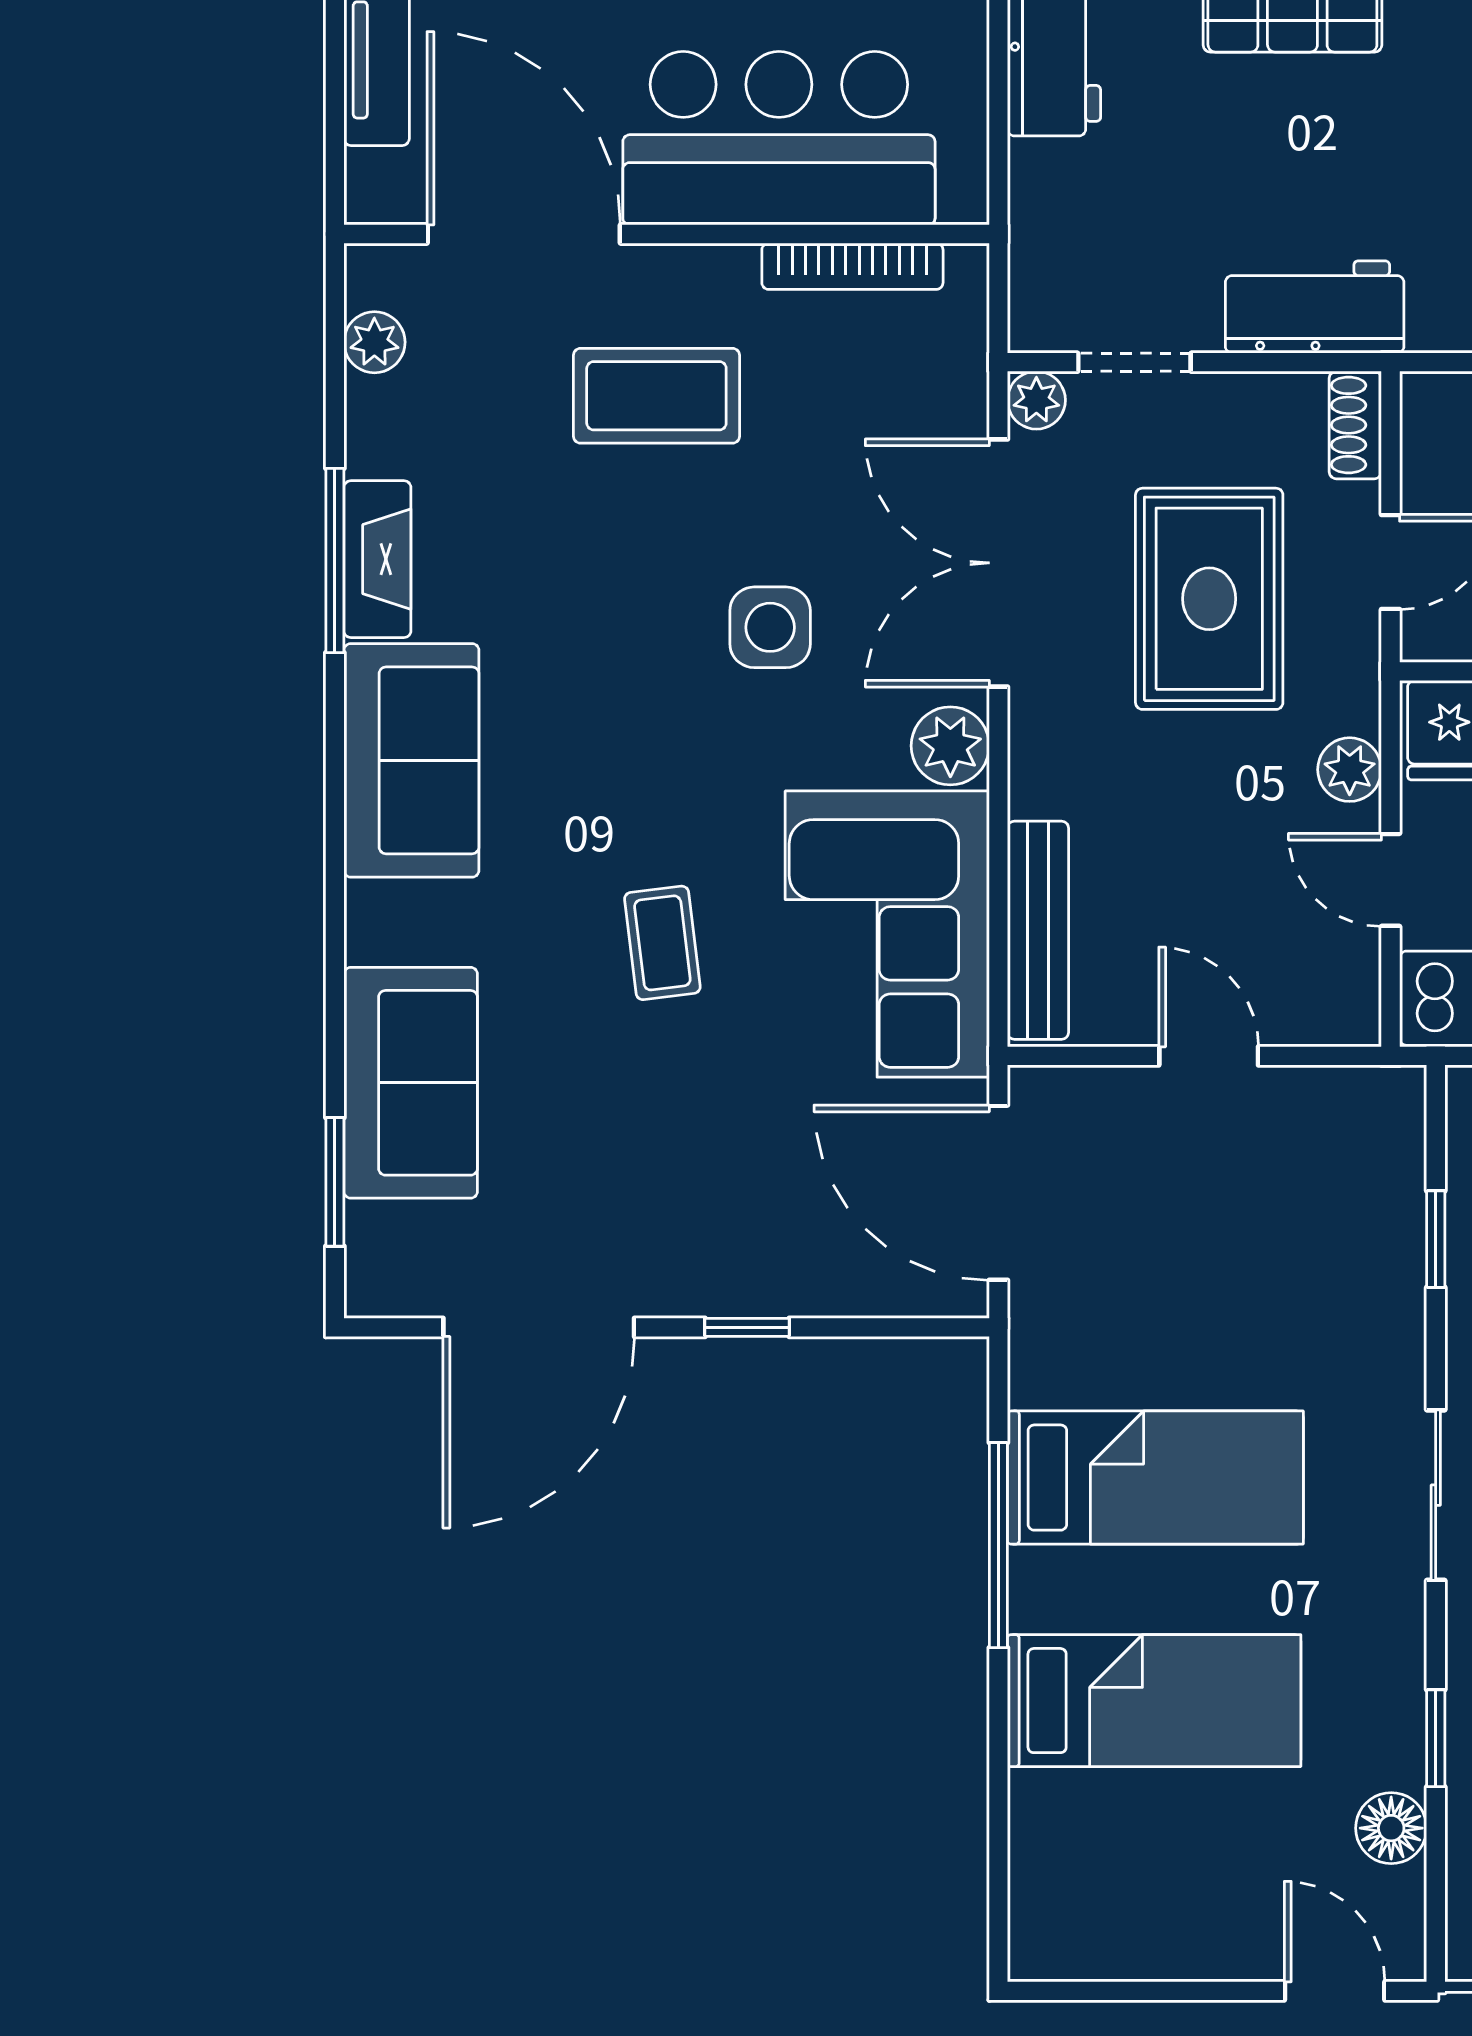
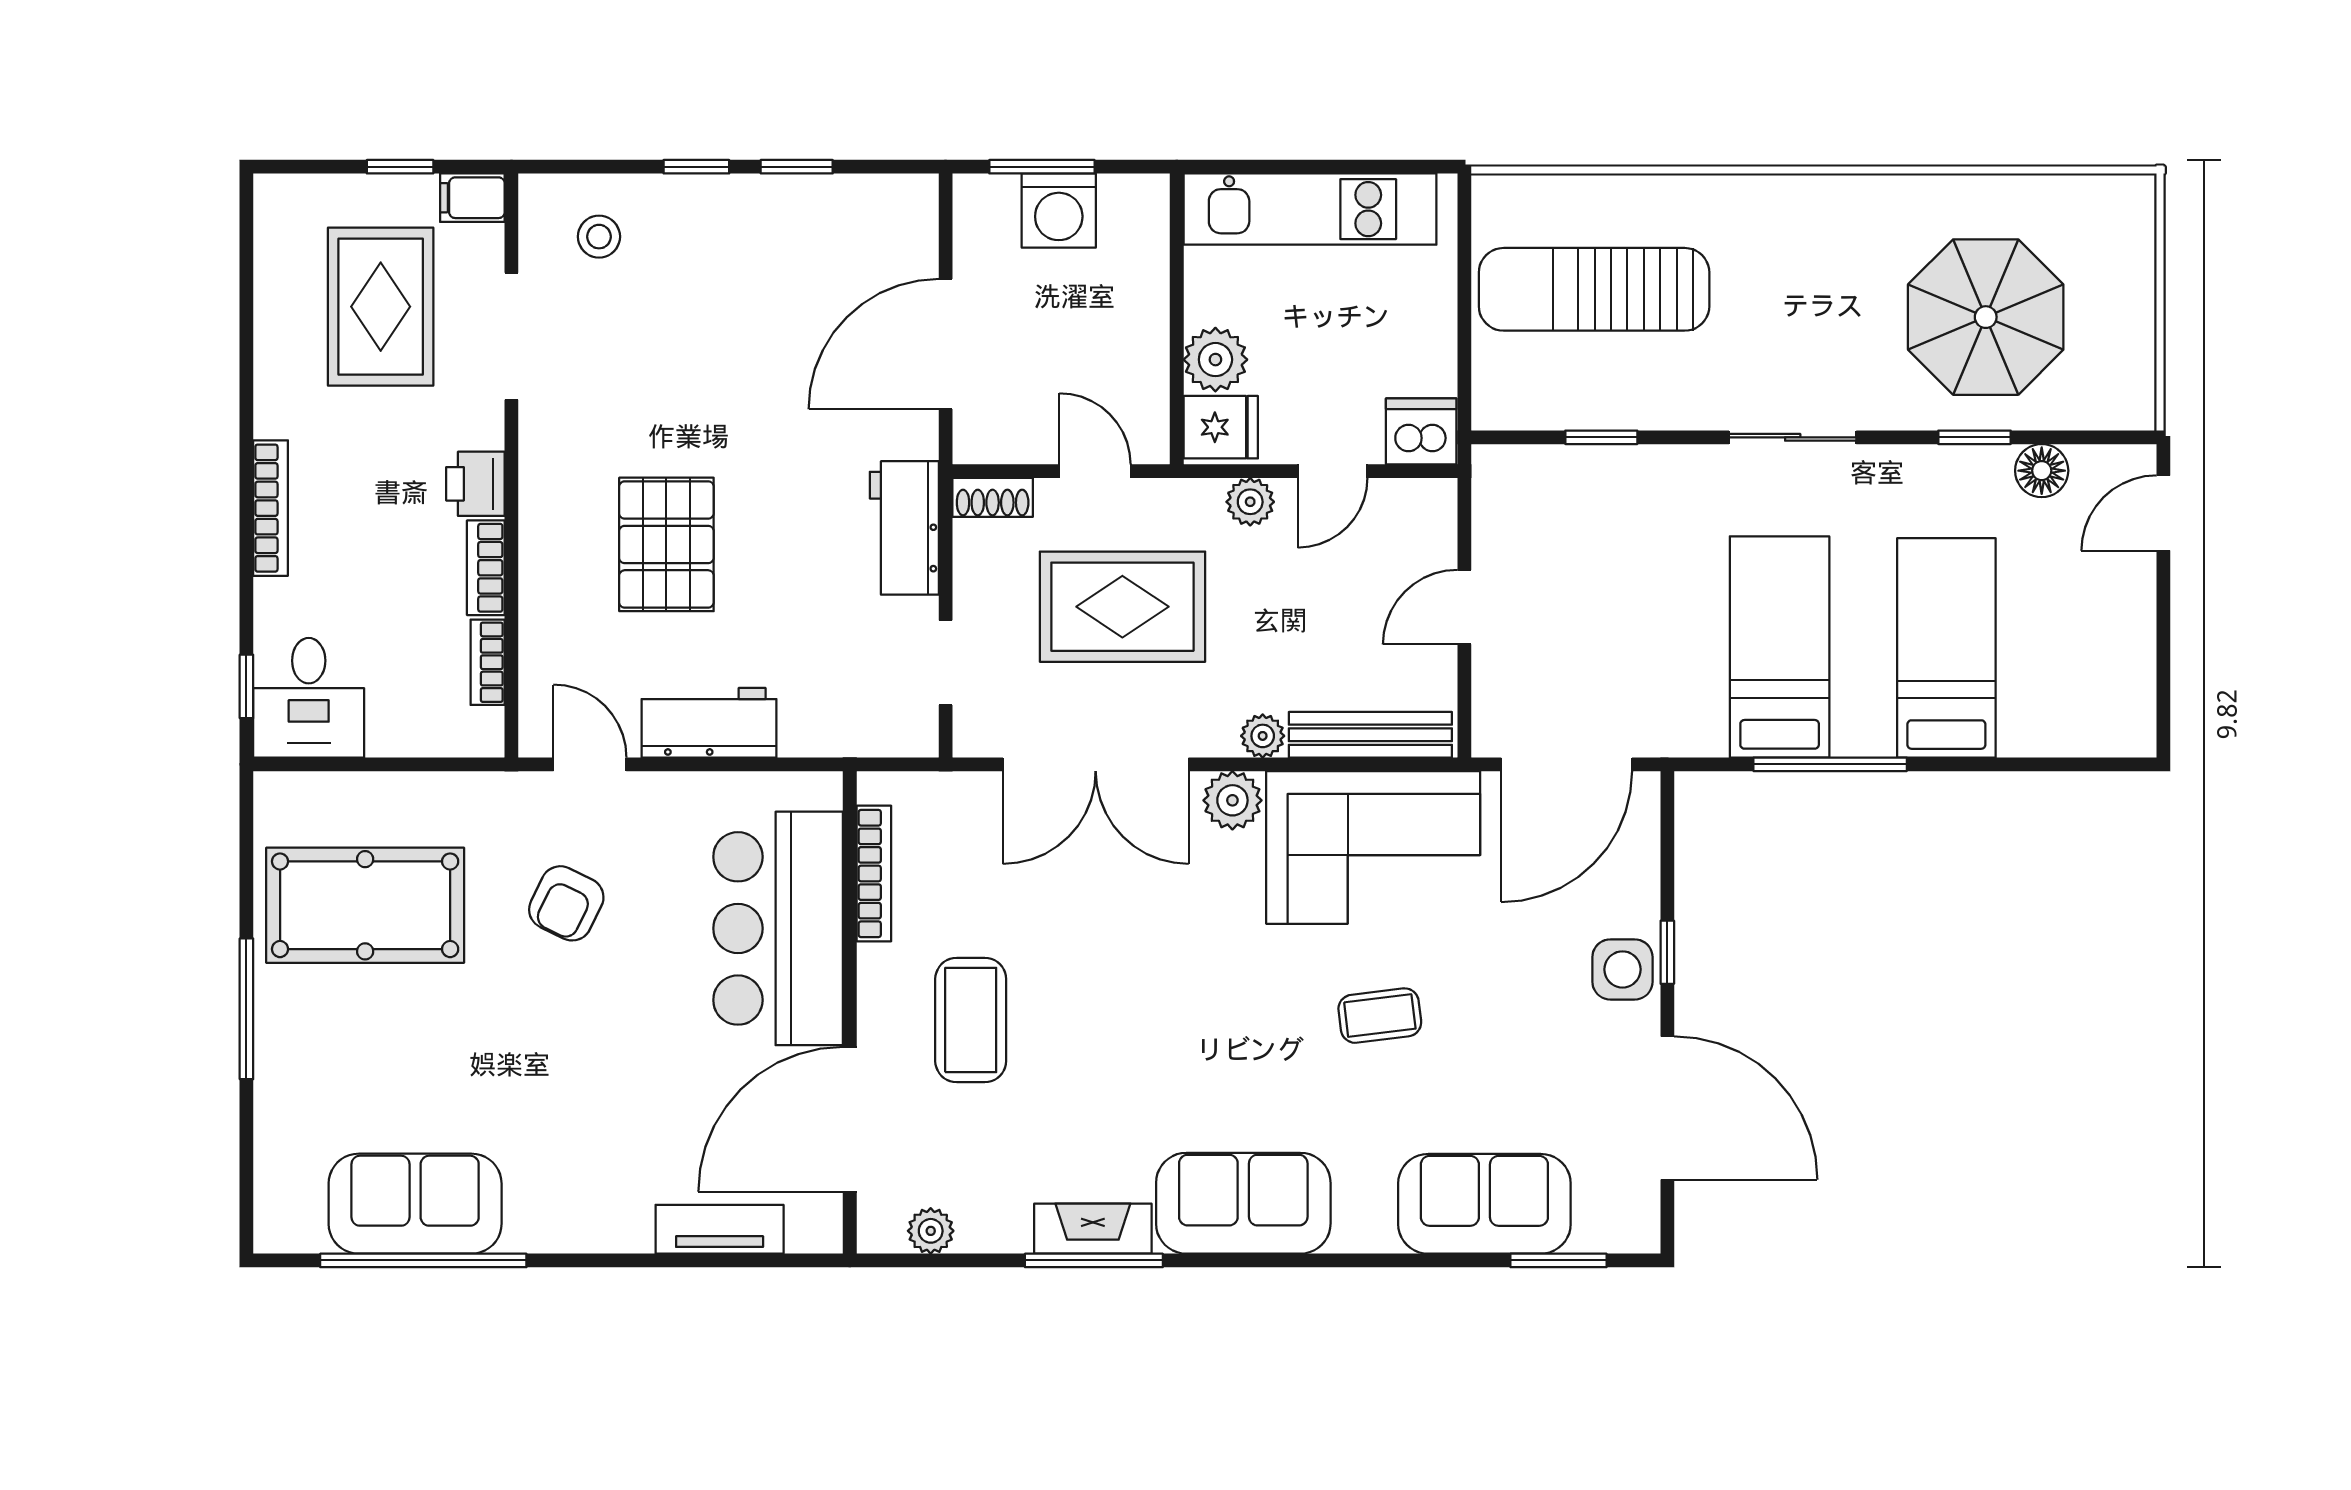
plant: (1036, 400) -> (1263, 736), moved
side table: (770, 627) -> (1622, 969), moved

